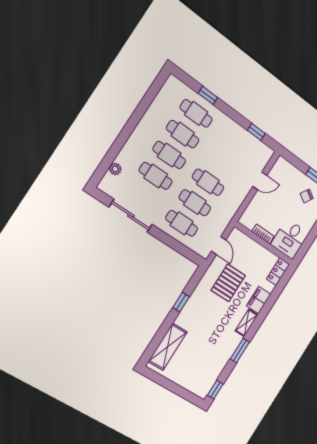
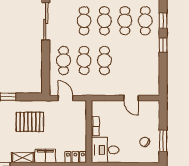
window: (256, 132) -> (163, 45), moved
door: (219, 246) -> (65, 98), swing flipped
pallet: (228, 283) -> (30, 122), moved

